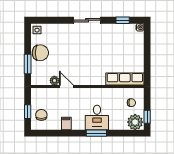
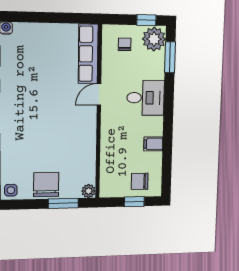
plant: (54, 81) -> (89, 191), moved
door: (66, 87) -> (99, 94), moved
window: (96, 133) -> (170, 57), moved

